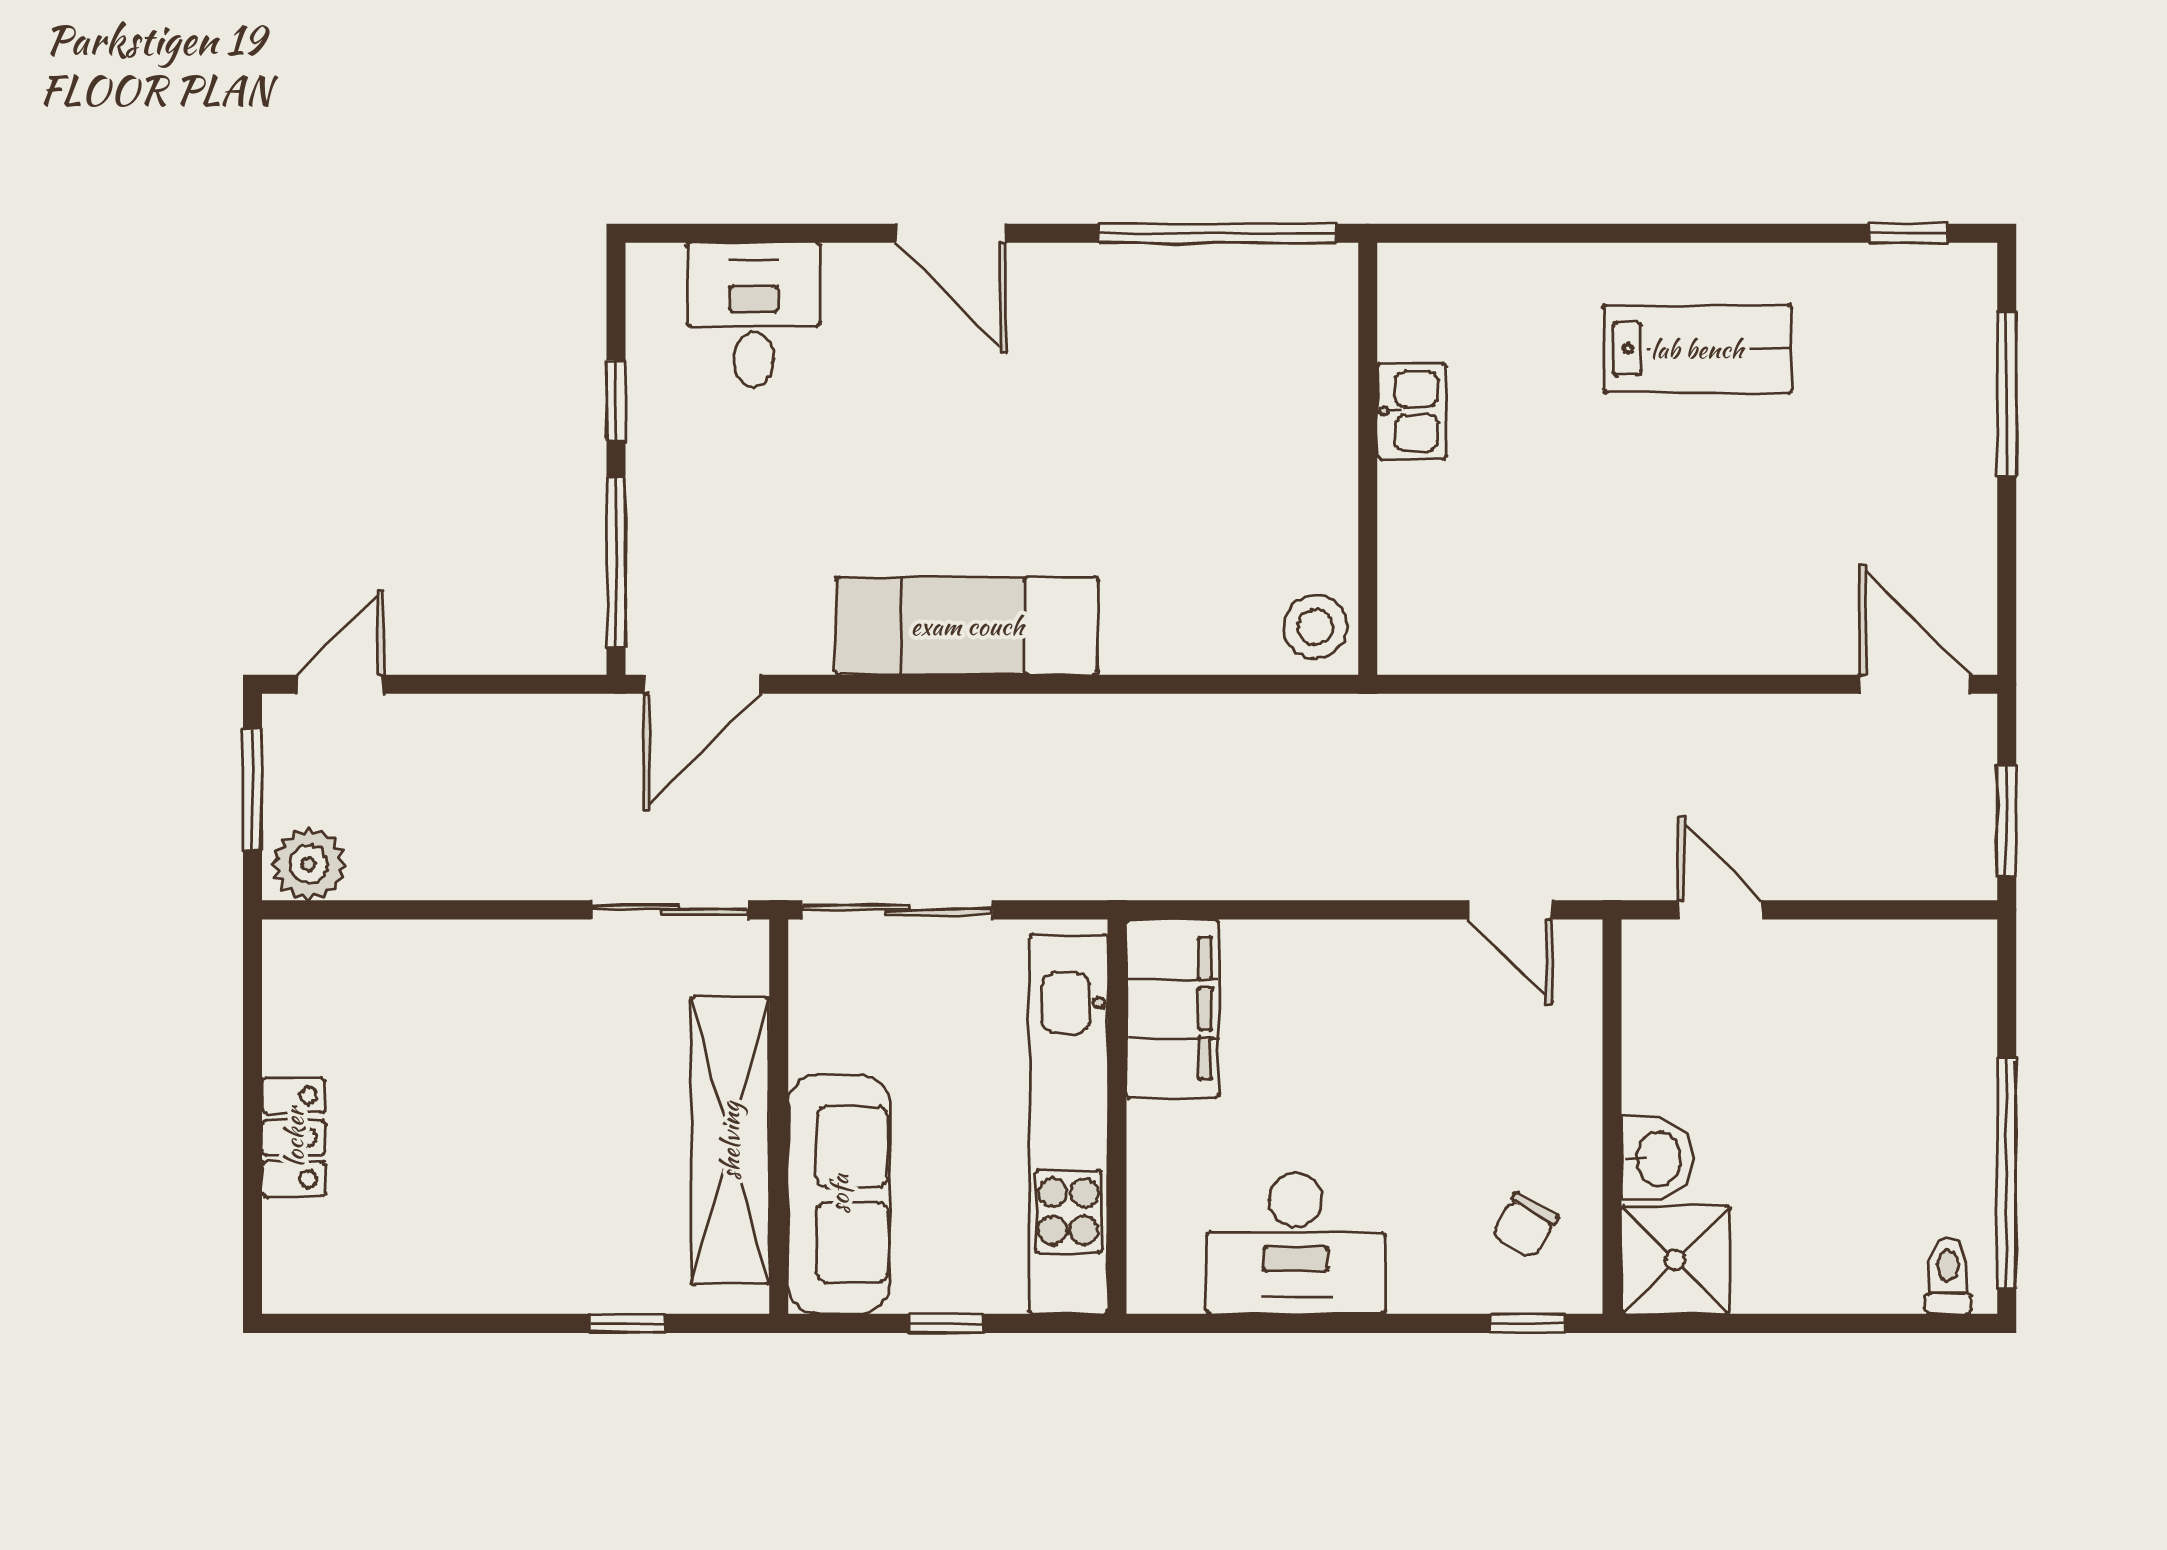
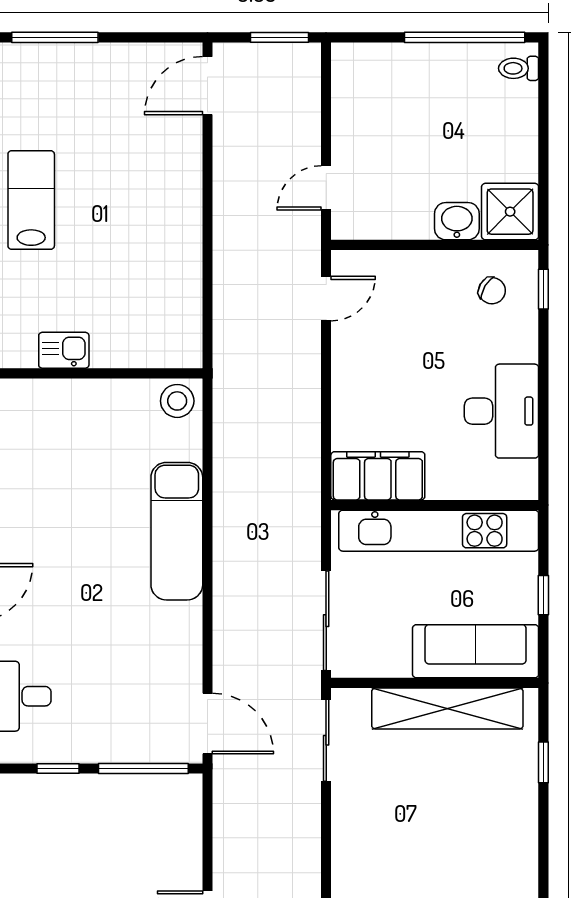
exam couch: (967, 626) -> (177, 531), moved

